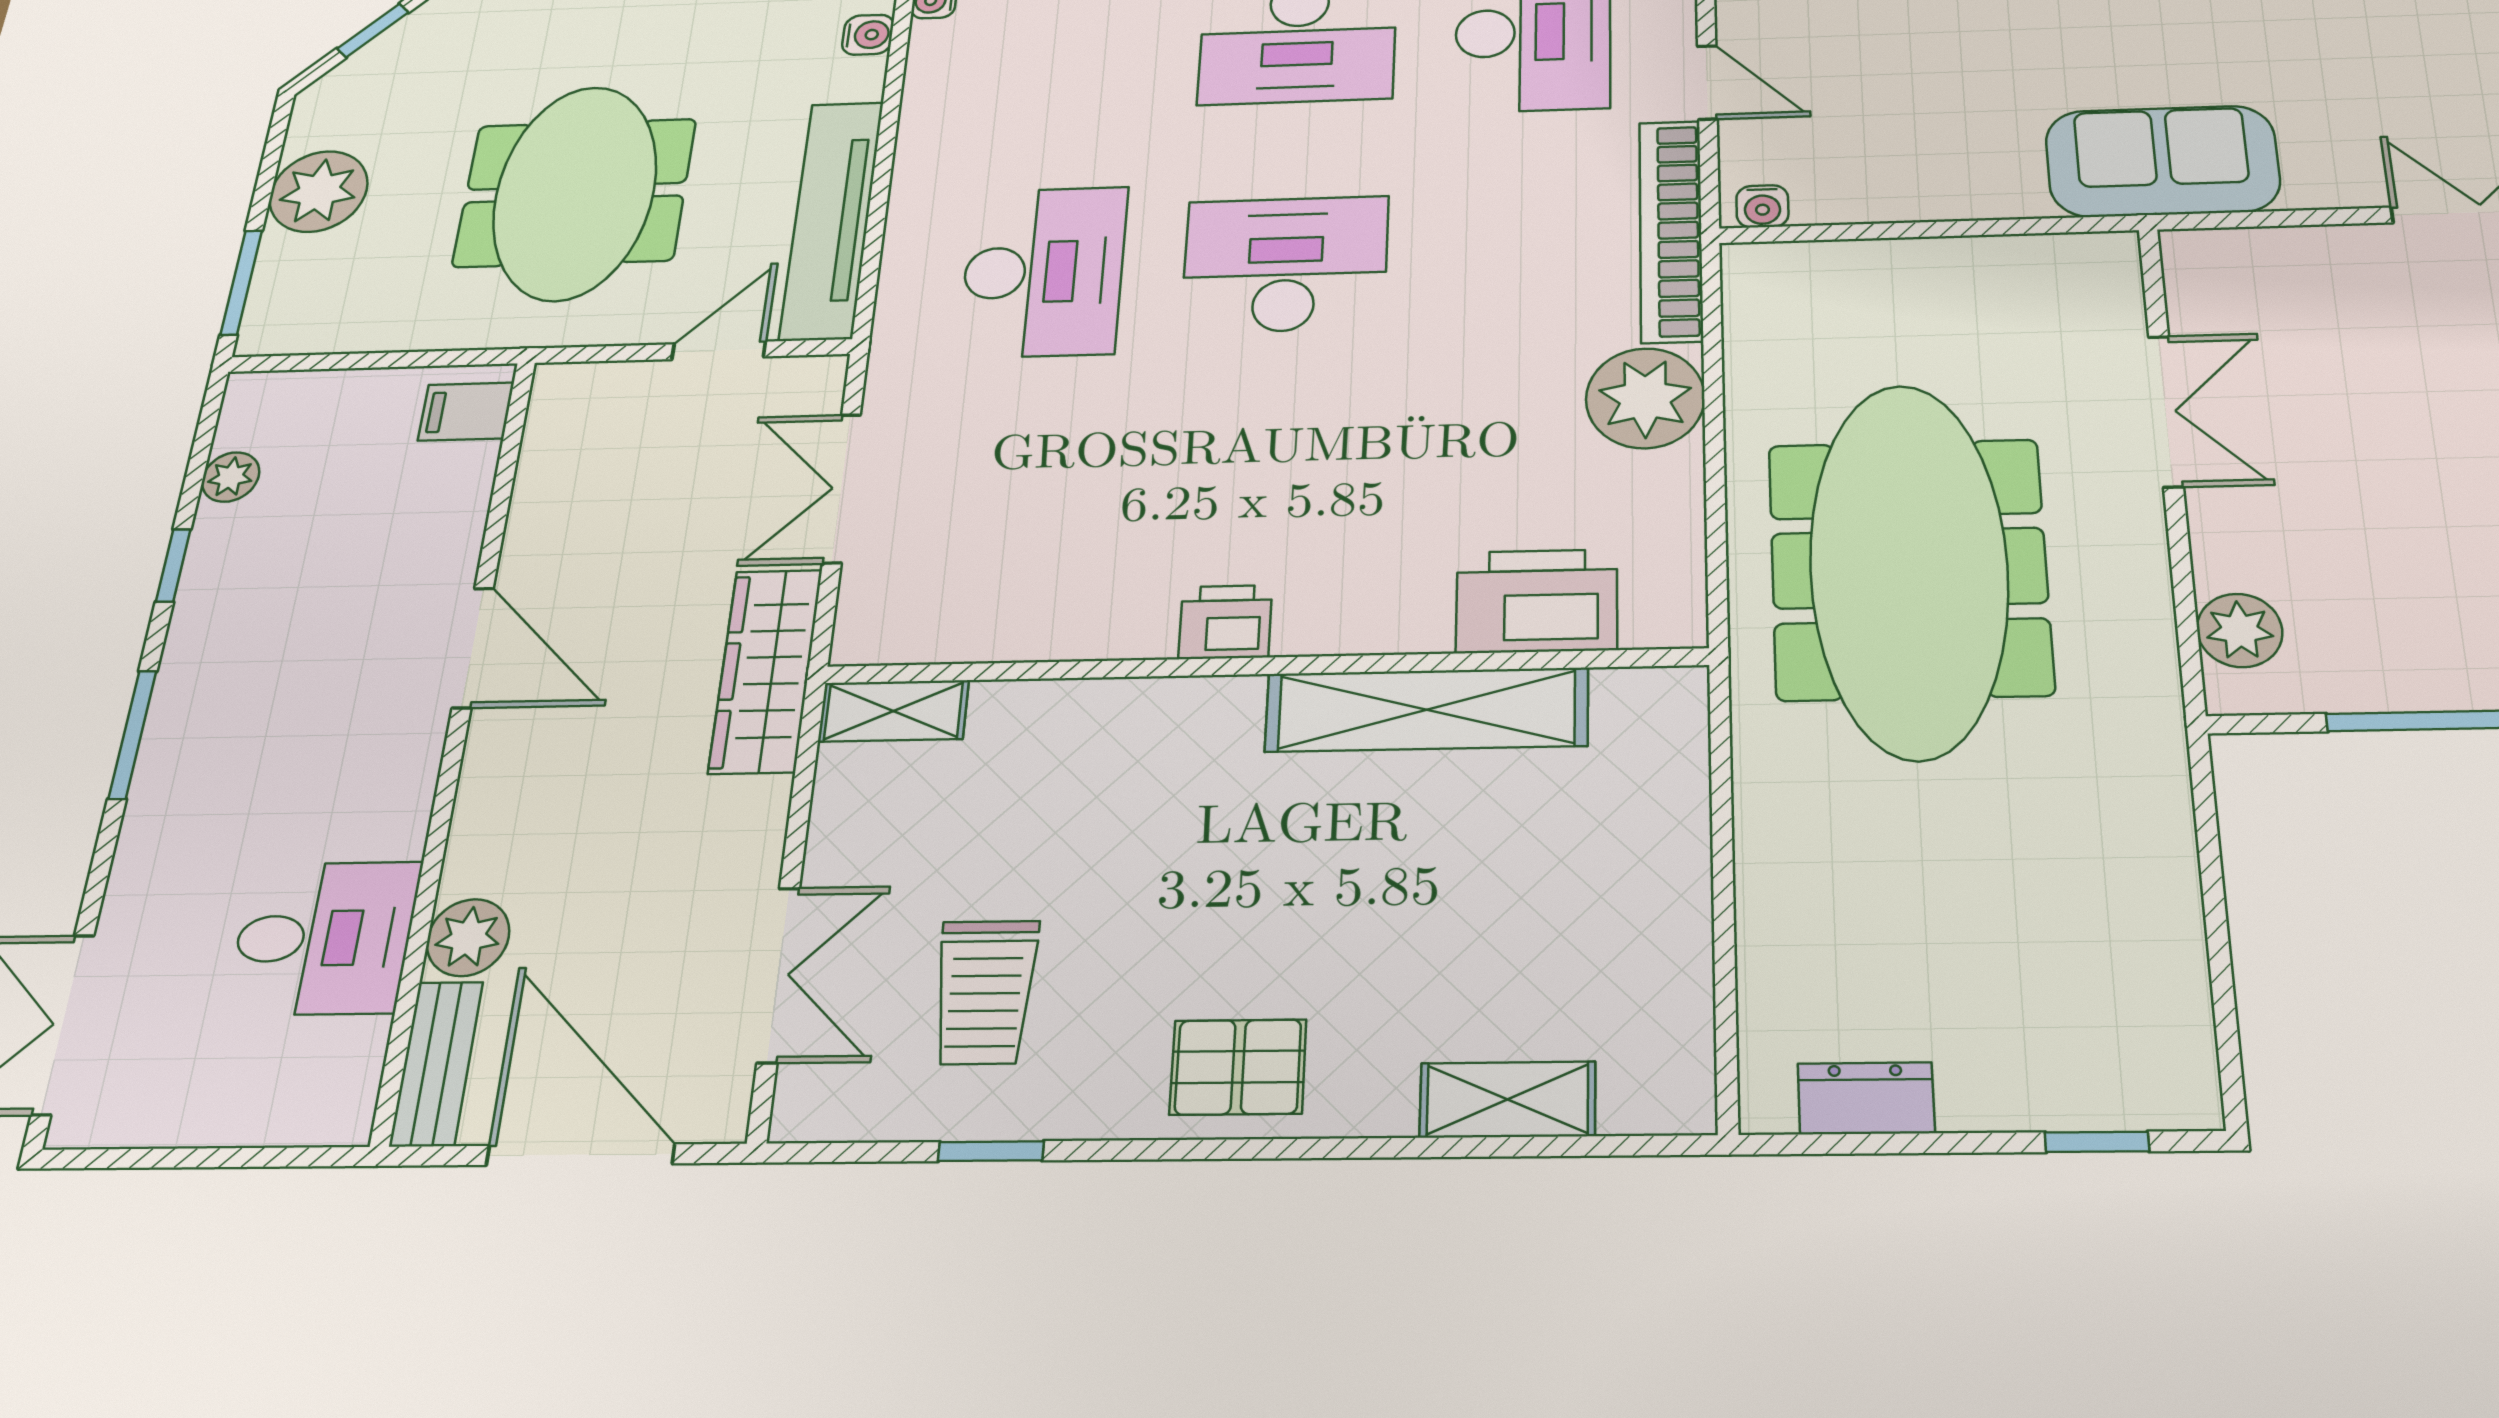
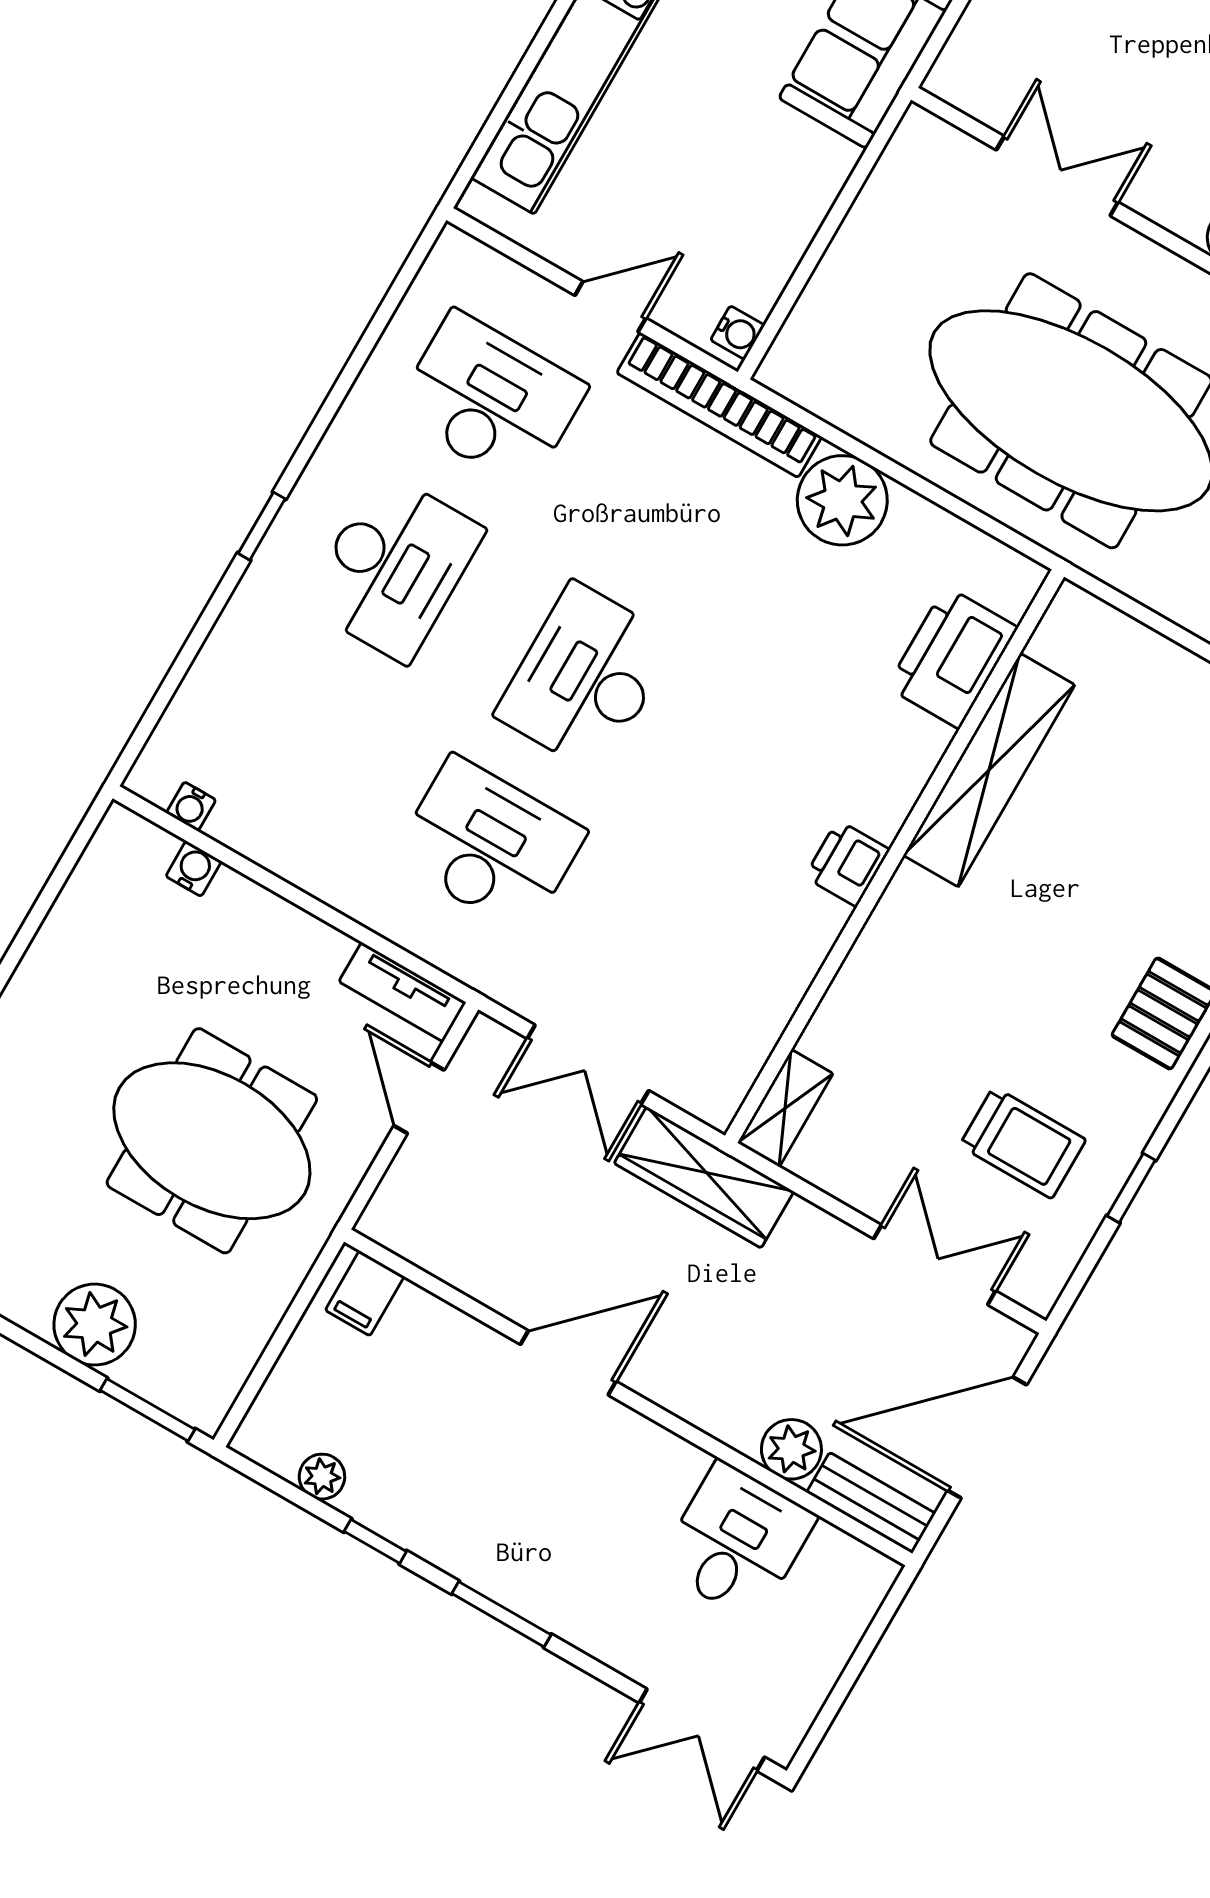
tv unit: (832, 220) -> (402, 992), width x0.52, depth x0.78

